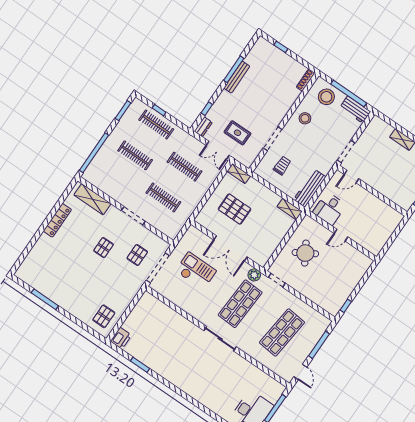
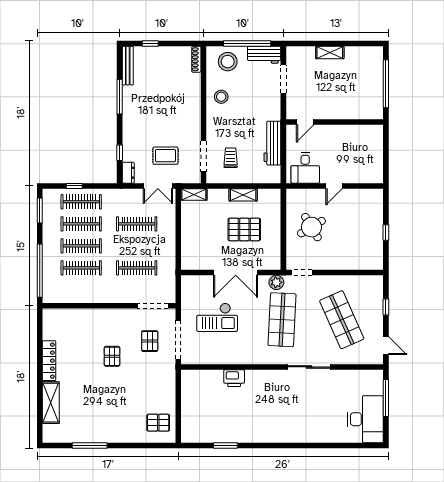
bench: (237, 77) -> (128, 66), moved
doorway: (273, 139) -> (203, 156), moved
clothes rail: (146, 140) -> (81, 224), added
doorway: (346, 152) -> (283, 79), moved
clothes rail: (124, 171) -> (81, 268), added
workbench: (310, 188) -> (272, 143), moved
shelving: (92, 199) -> (51, 403), moved, turned 90
pallet: (235, 209) -> (244, 229), moved
shelving: (290, 209) -> (243, 195), moved
doorway: (133, 216) -> (153, 306), moved
checkout: (196, 271) -> (217, 317), turned 180
window: (346, 306) -> (386, 233), moved
pallet: (104, 316) -> (158, 423), turned 90
shop shelf: (282, 333) -> (342, 320), turned -30
printer: (121, 338) -> (234, 378), moved, turned 90
sliding door: (220, 339) -> (309, 367), moved
window: (319, 345) -> (386, 307), width x0.46

